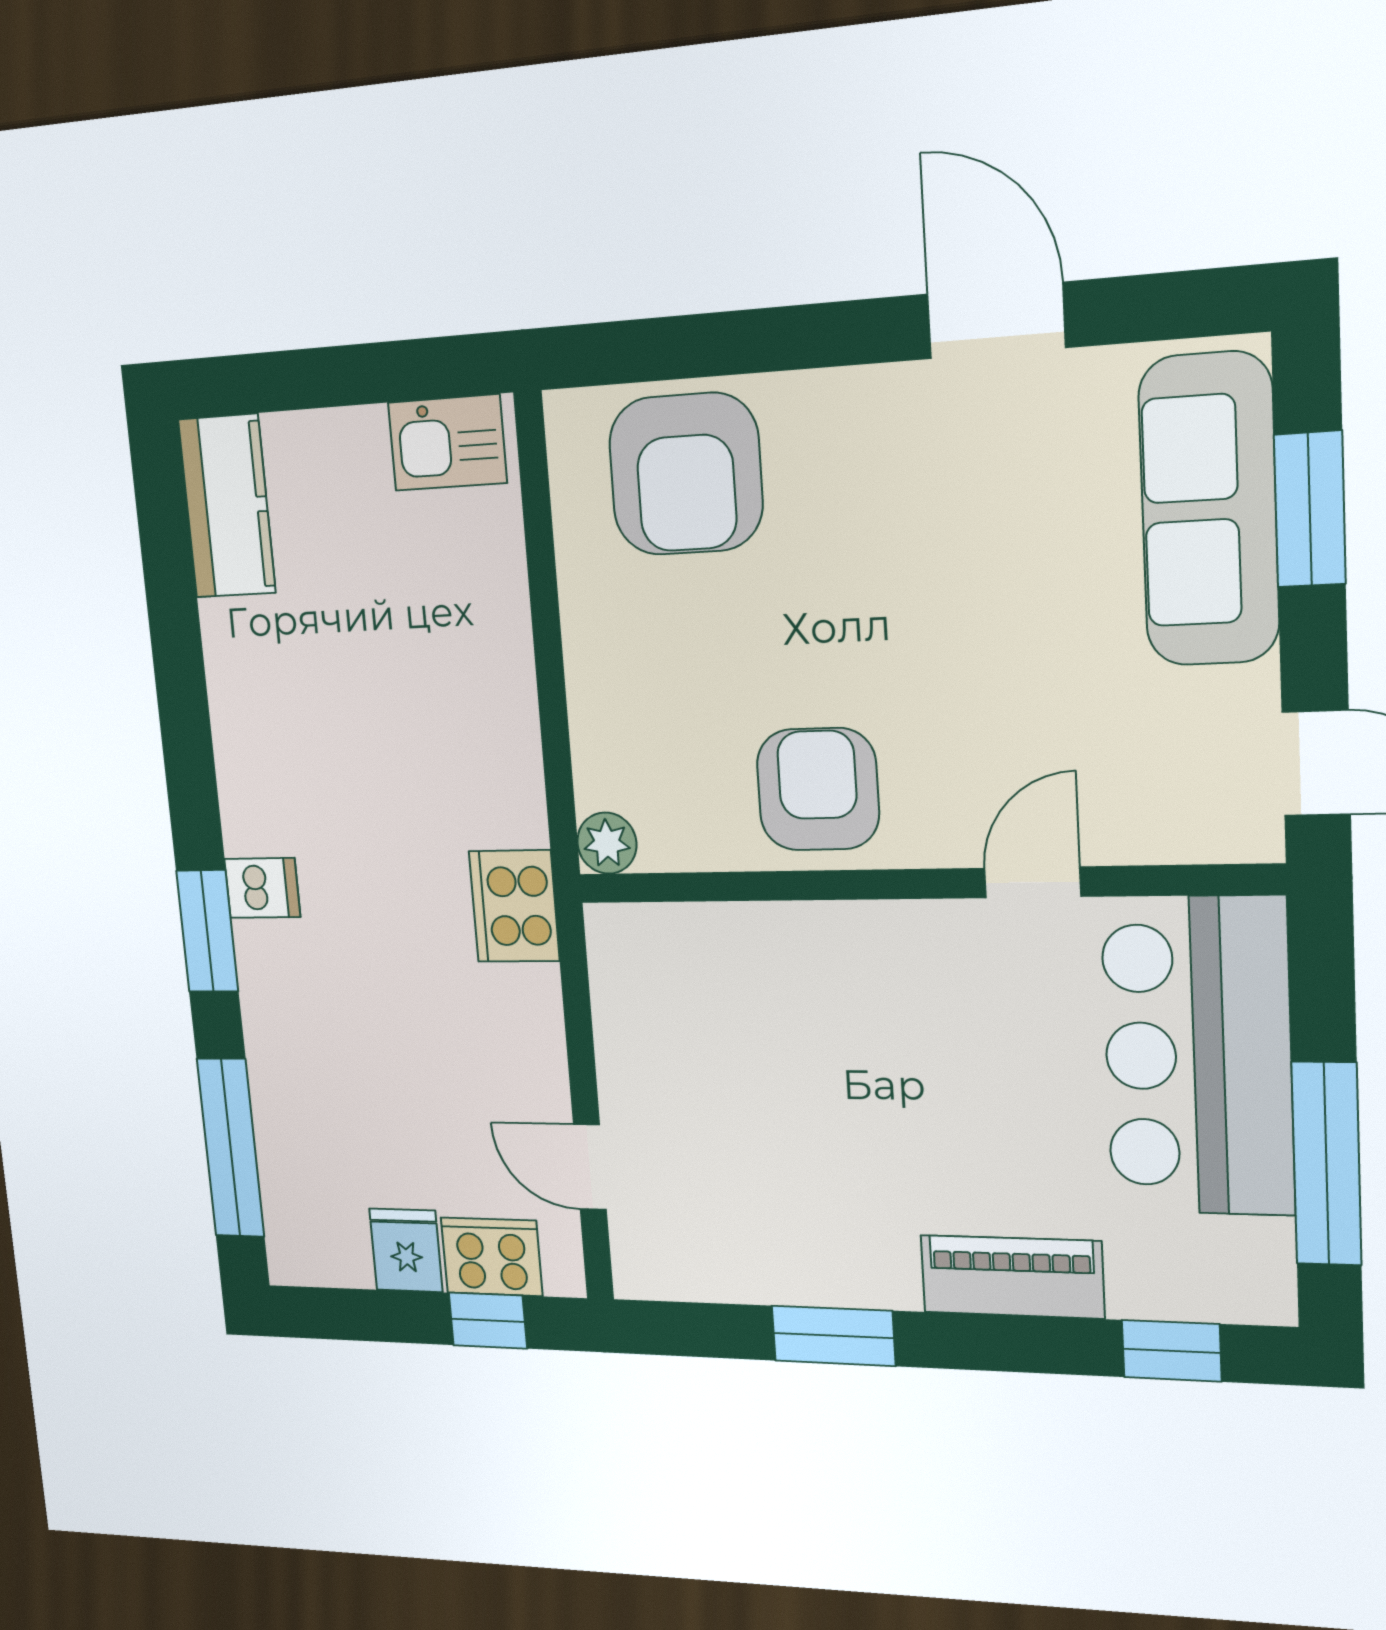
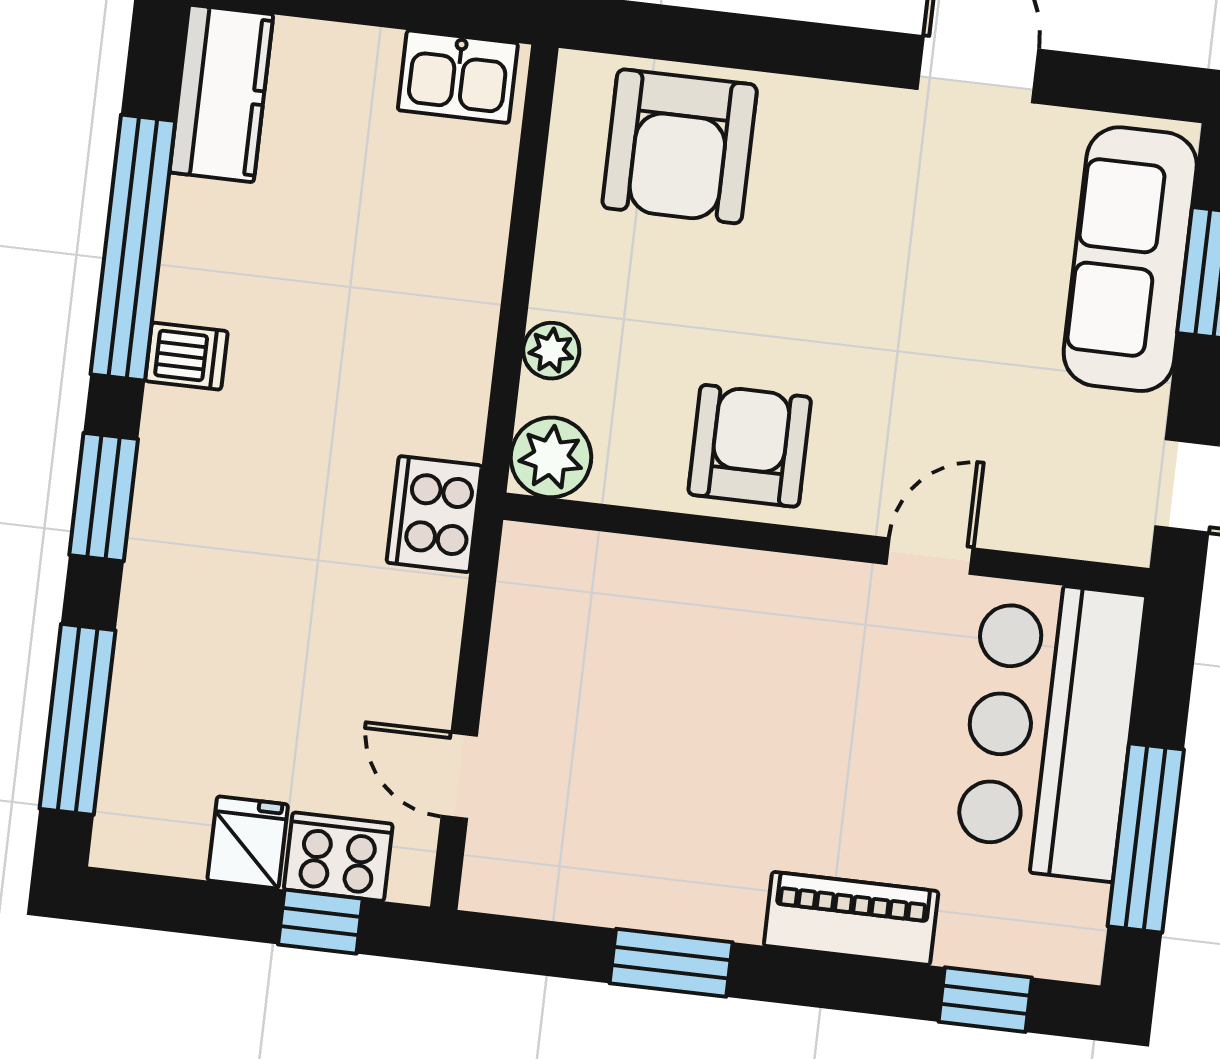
window: (180, 679) -> (133, 248), added
plant: (596, 719) -> (551, 351), added
plant: (607, 843) -> (551, 457), width x1.38, depth x1.38
dishwasher: (262, 888) -> (186, 356), moved

